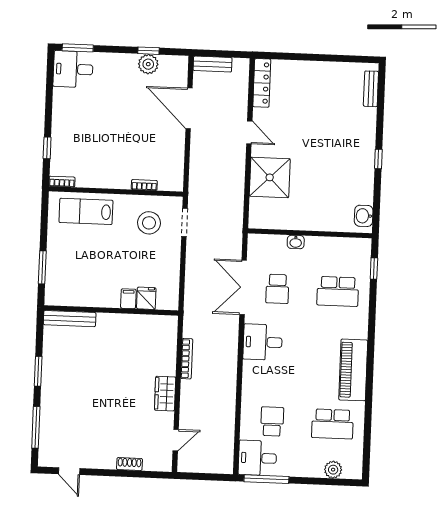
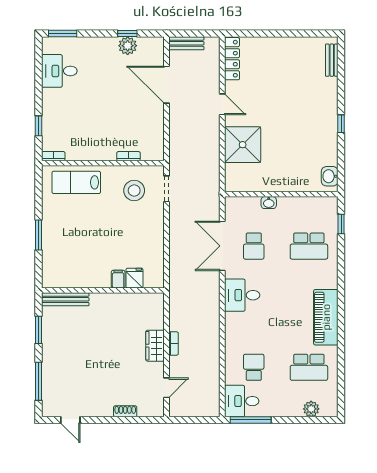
desk: (73, 69) -> (59, 71), moved
fridge: (146, 298) -> (134, 278), moved
filing cabinet: (128, 299) -> (118, 279), moved
wall: (111, 310) -> (103, 290), moved
bench: (70, 319) -> (65, 299), moved
bookcase: (187, 359) -> (174, 343), moved, width x0.64

